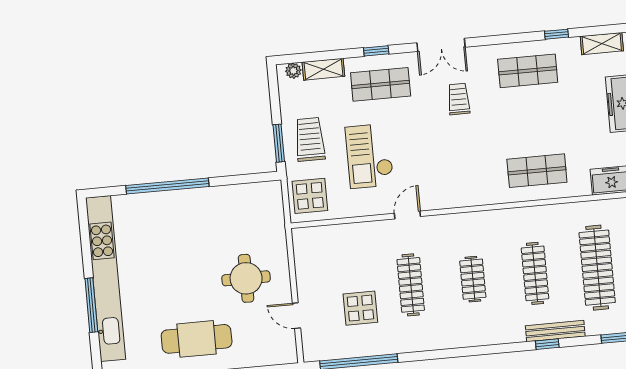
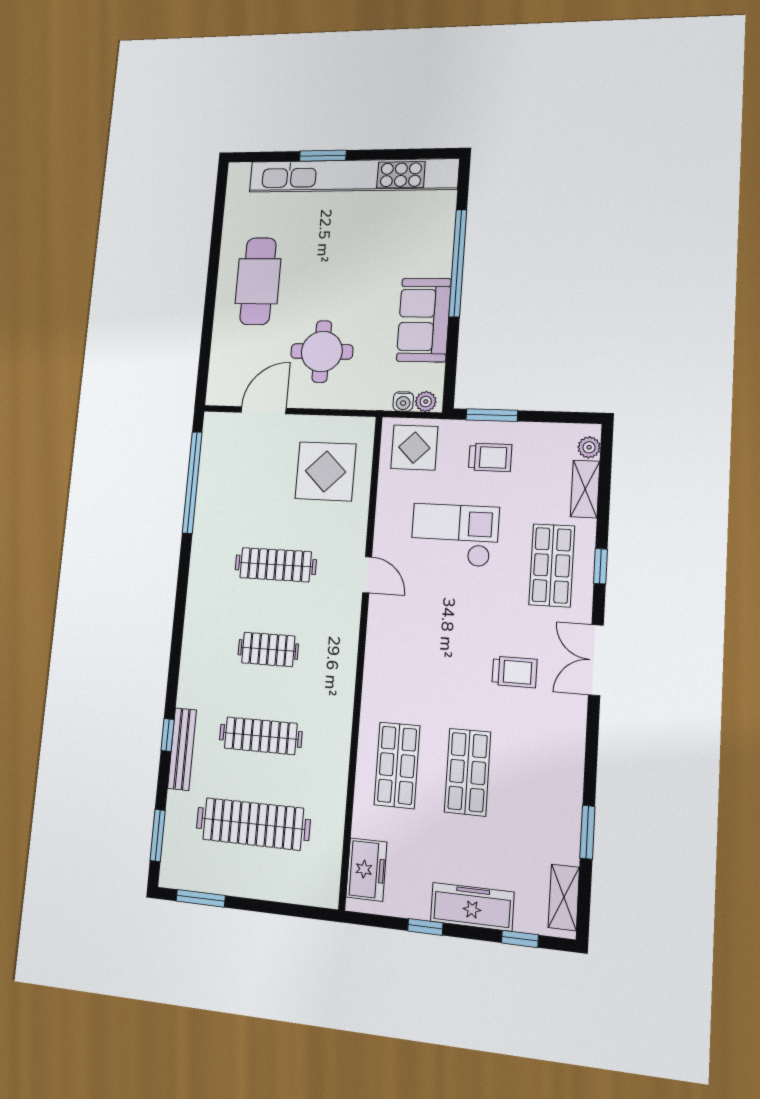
window: (556, 34) -> (587, 832), width x1.50
shop shelf: (528, 71) -> (468, 772), moved
trolley: (310, 139) -> (490, 457), width x0.73, depth x0.72
plant: (275, 193) -> (426, 402), added
sofa: (213, 204) -> (424, 320), added
water cooler: (277, 210) -> (403, 402), added
window: (91, 305) -> (323, 156), width x0.69
display table: (360, 308) -> (326, 471), moved, width x1.36, depth x1.36
door: (296, 316) -> (264, 410), width x1.38

